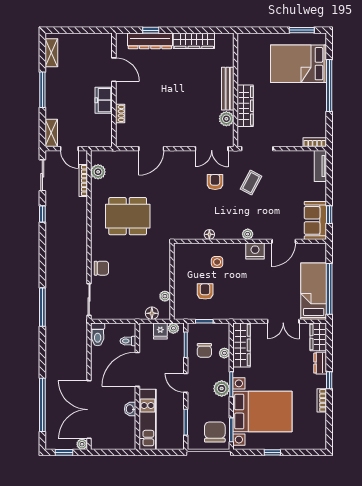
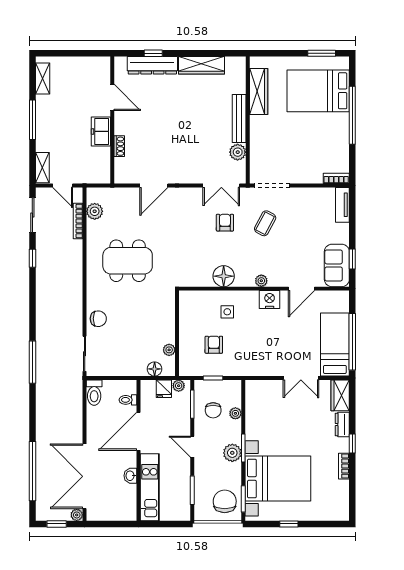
wardrobe: (245, 106) -> (259, 92), moved
floor lamp: (209, 234) -> (224, 276), width x1.89, depth x1.89
wardrobe: (242, 345) -> (255, 404), removed

